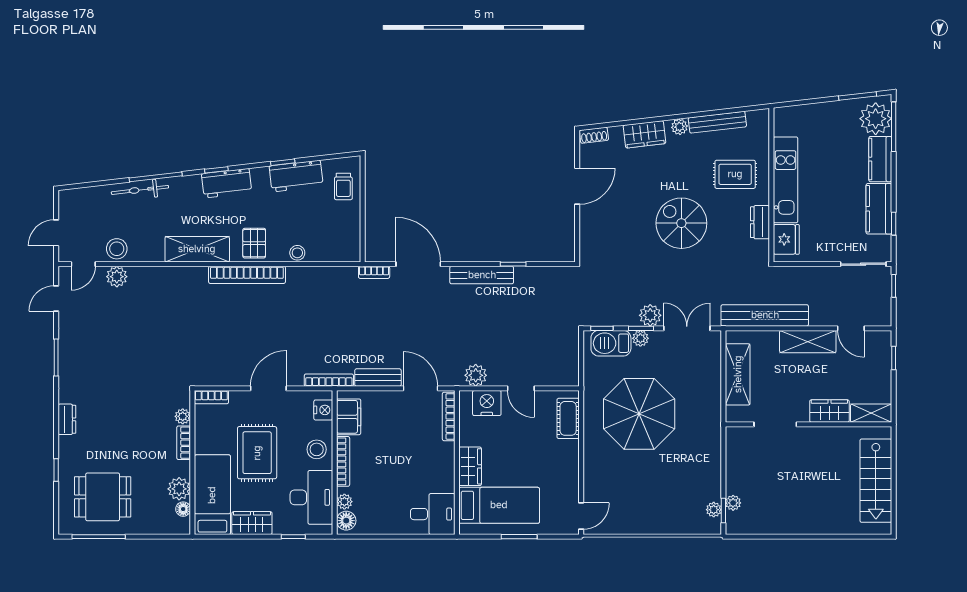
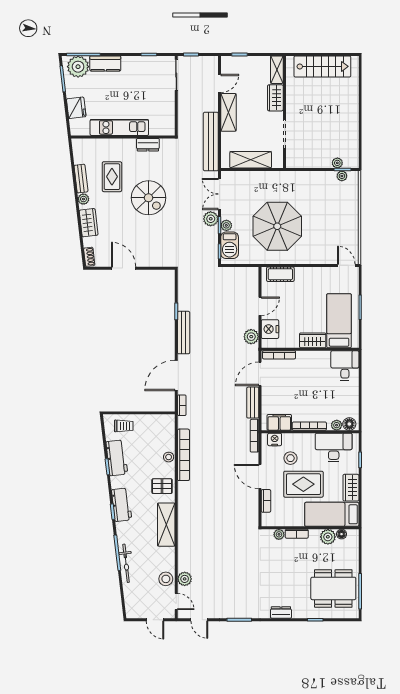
bench: (717, 122) -> (81, 179), width x0.73
rug: (735, 174) -> (112, 177), moved
kitchen counter: (879, 209) -> (139, 64), removed
spiral stairs: (681, 223) -> (149, 198), turned -90
fridge: (786, 239) -> (76, 108), moved, turned 83
bookcase: (247, 275) -> (183, 455), moved
bookcase: (211, 397) -> (266, 501), moved
stool: (317, 449) -> (290, 458), moved
dining table: (103, 497) -> (333, 588), width x1.38

